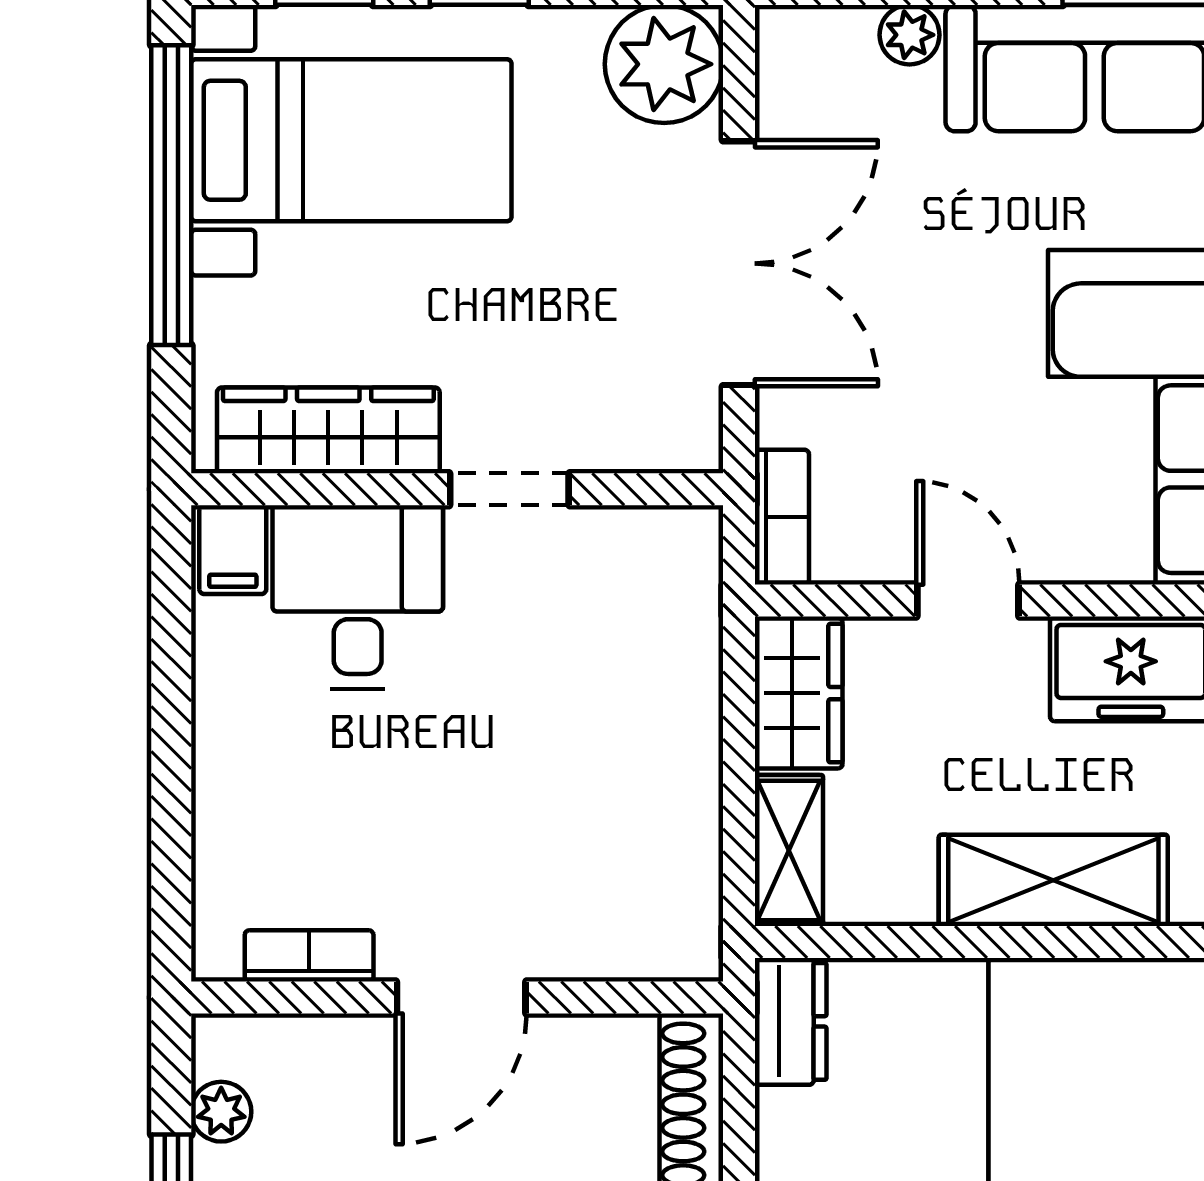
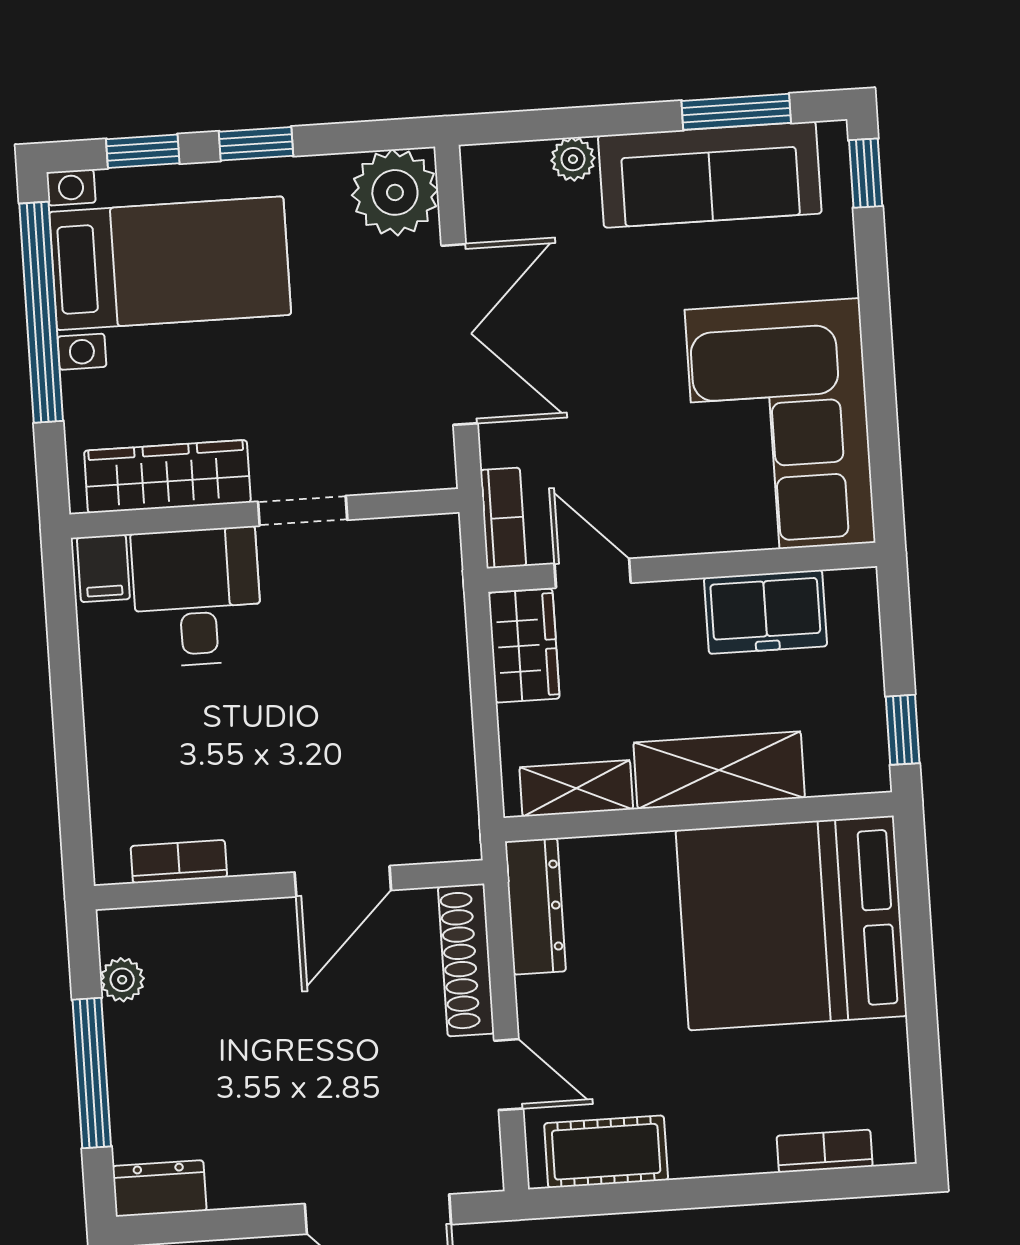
door: (968, 600) -> (593, 573), moved
shelving: (789, 850) -> (576, 788), moved, turned 90
door: (461, 998) -> (343, 881), moved
dresser: (791, 1021) -> (535, 906), width x1.44

